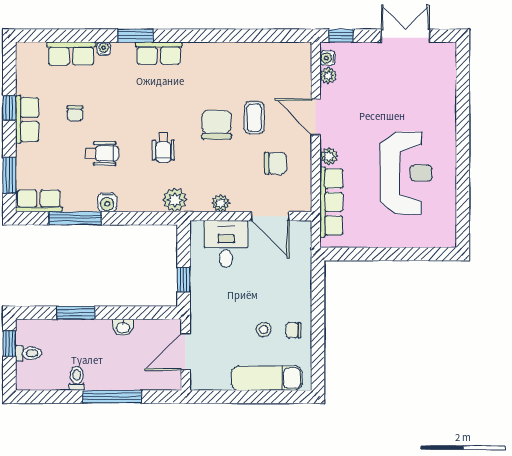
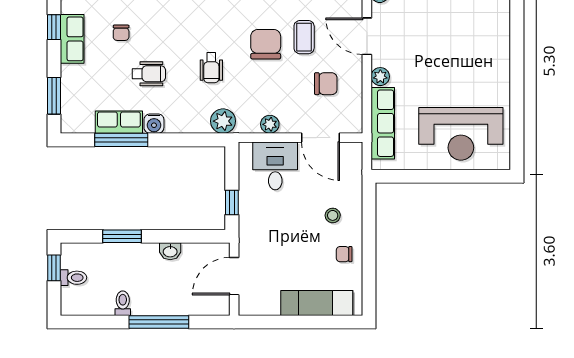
reception desk: (406, 173) -> (461, 134), moved, turned 90
row of seats: (39, 201) -> (119, 122), moved
stool: (264, 330) -> (333, 215), moved

